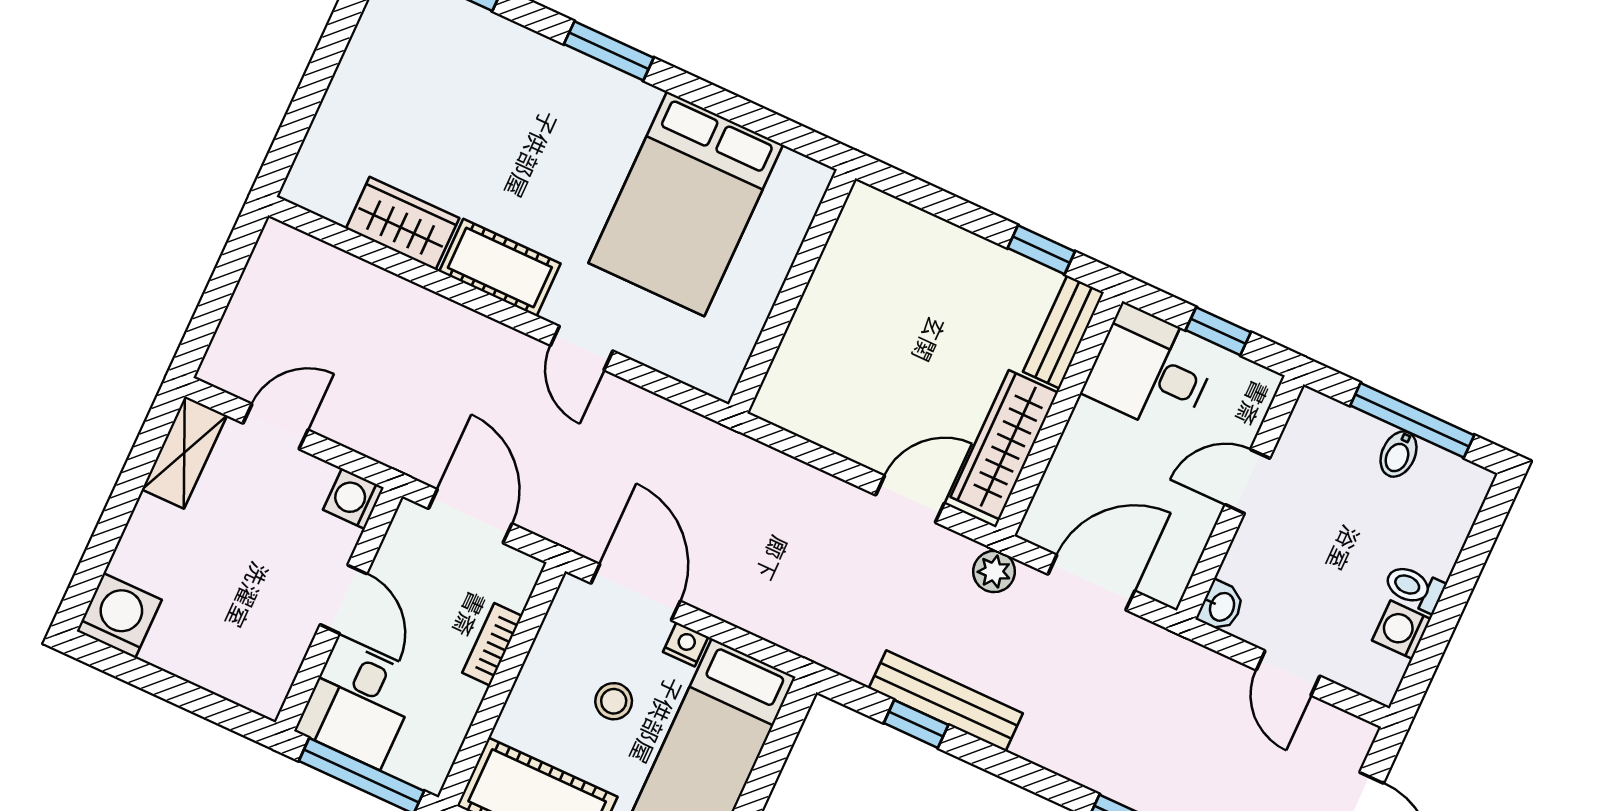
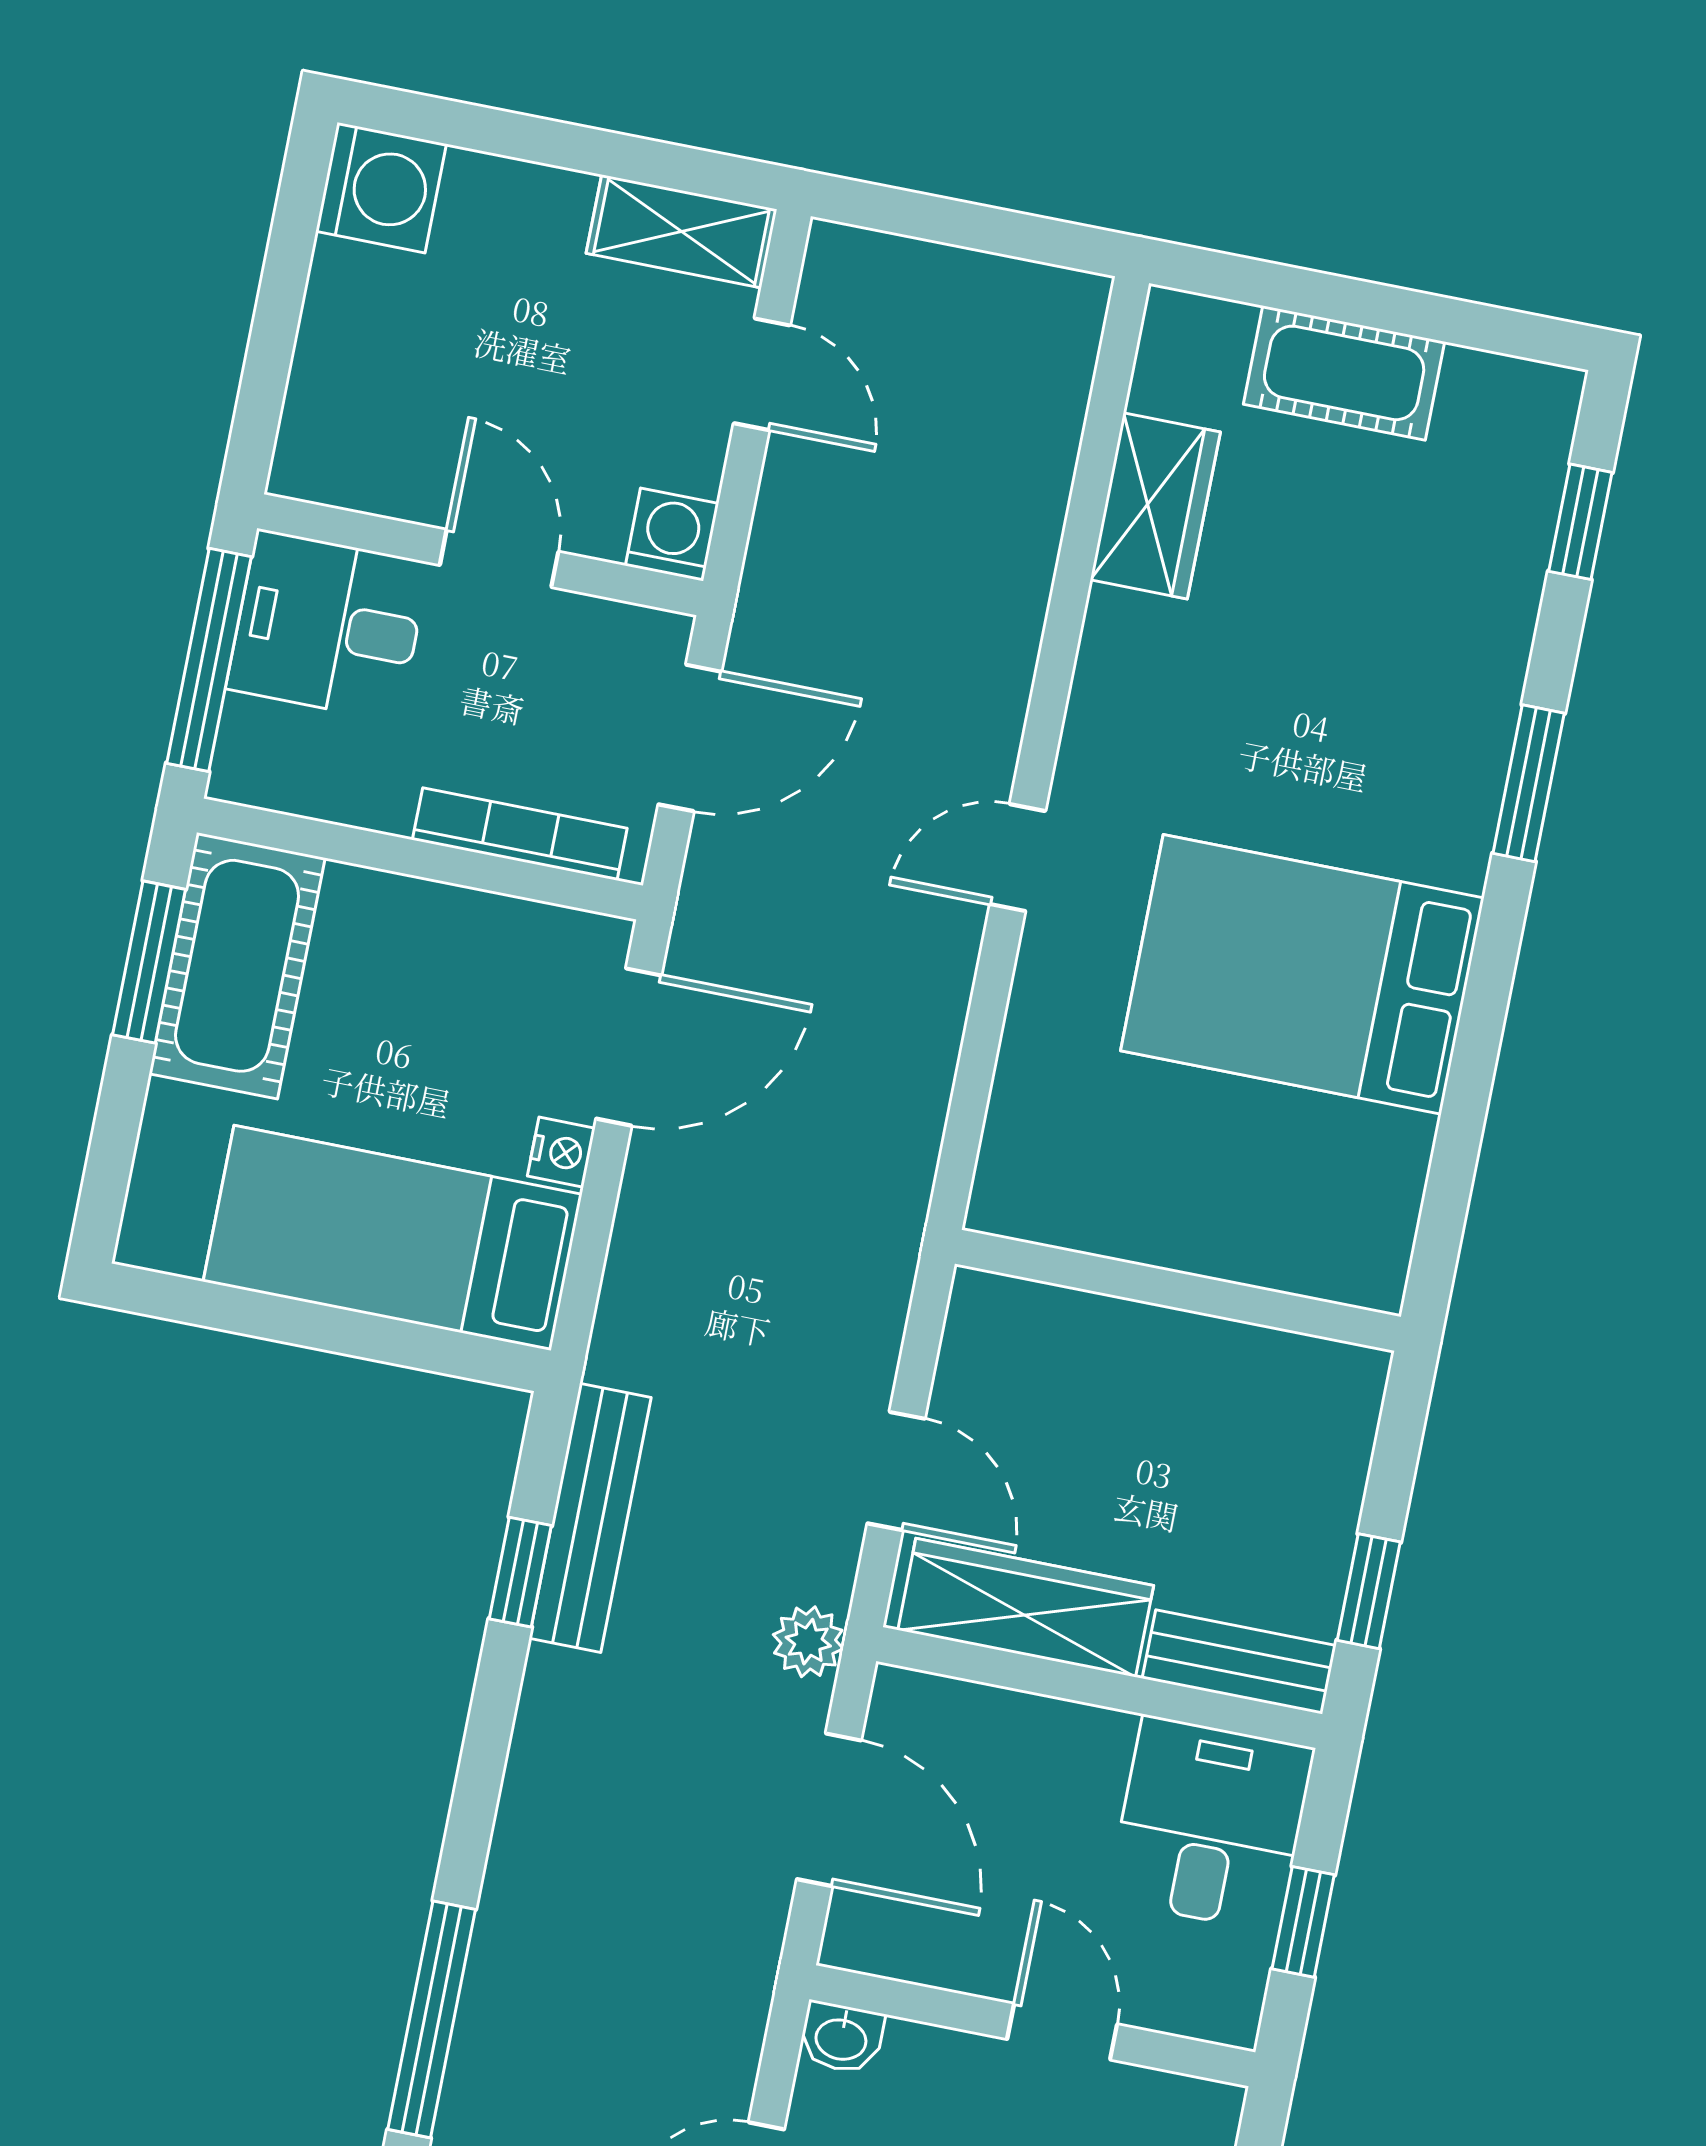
cot: (500, 267) -> (1344, 373), moved, turned 90
wall: (792, 291) -> (1178, 1290), moved
door: (344, 599) -> (499, 558), swing flipped
bookcase: (492, 644) -> (520, 834), width x1.56
stool: (614, 701) -> (436, 1054), removed
bench: (946, 701) -> (590, 1518), moved

